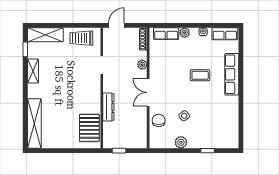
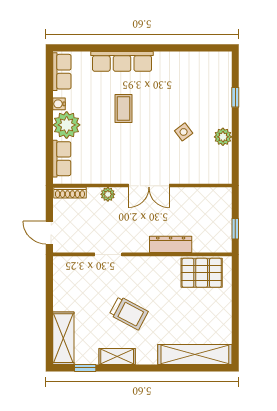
plant: (185, 33) -> (67, 125), width x1.88, depth x1.88
trolley: (81, 38) -> (129, 313), moved, turned -62
chair: (159, 120) -> (190, 170), removed

